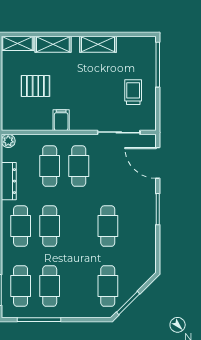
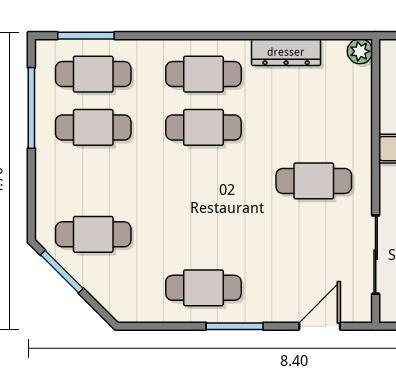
door: (158, 163) -> (320, 326), width x0.73
cafe table: (50, 166) -> (314, 127), removed
cafe table: (108, 226) -> (203, 288), moved

